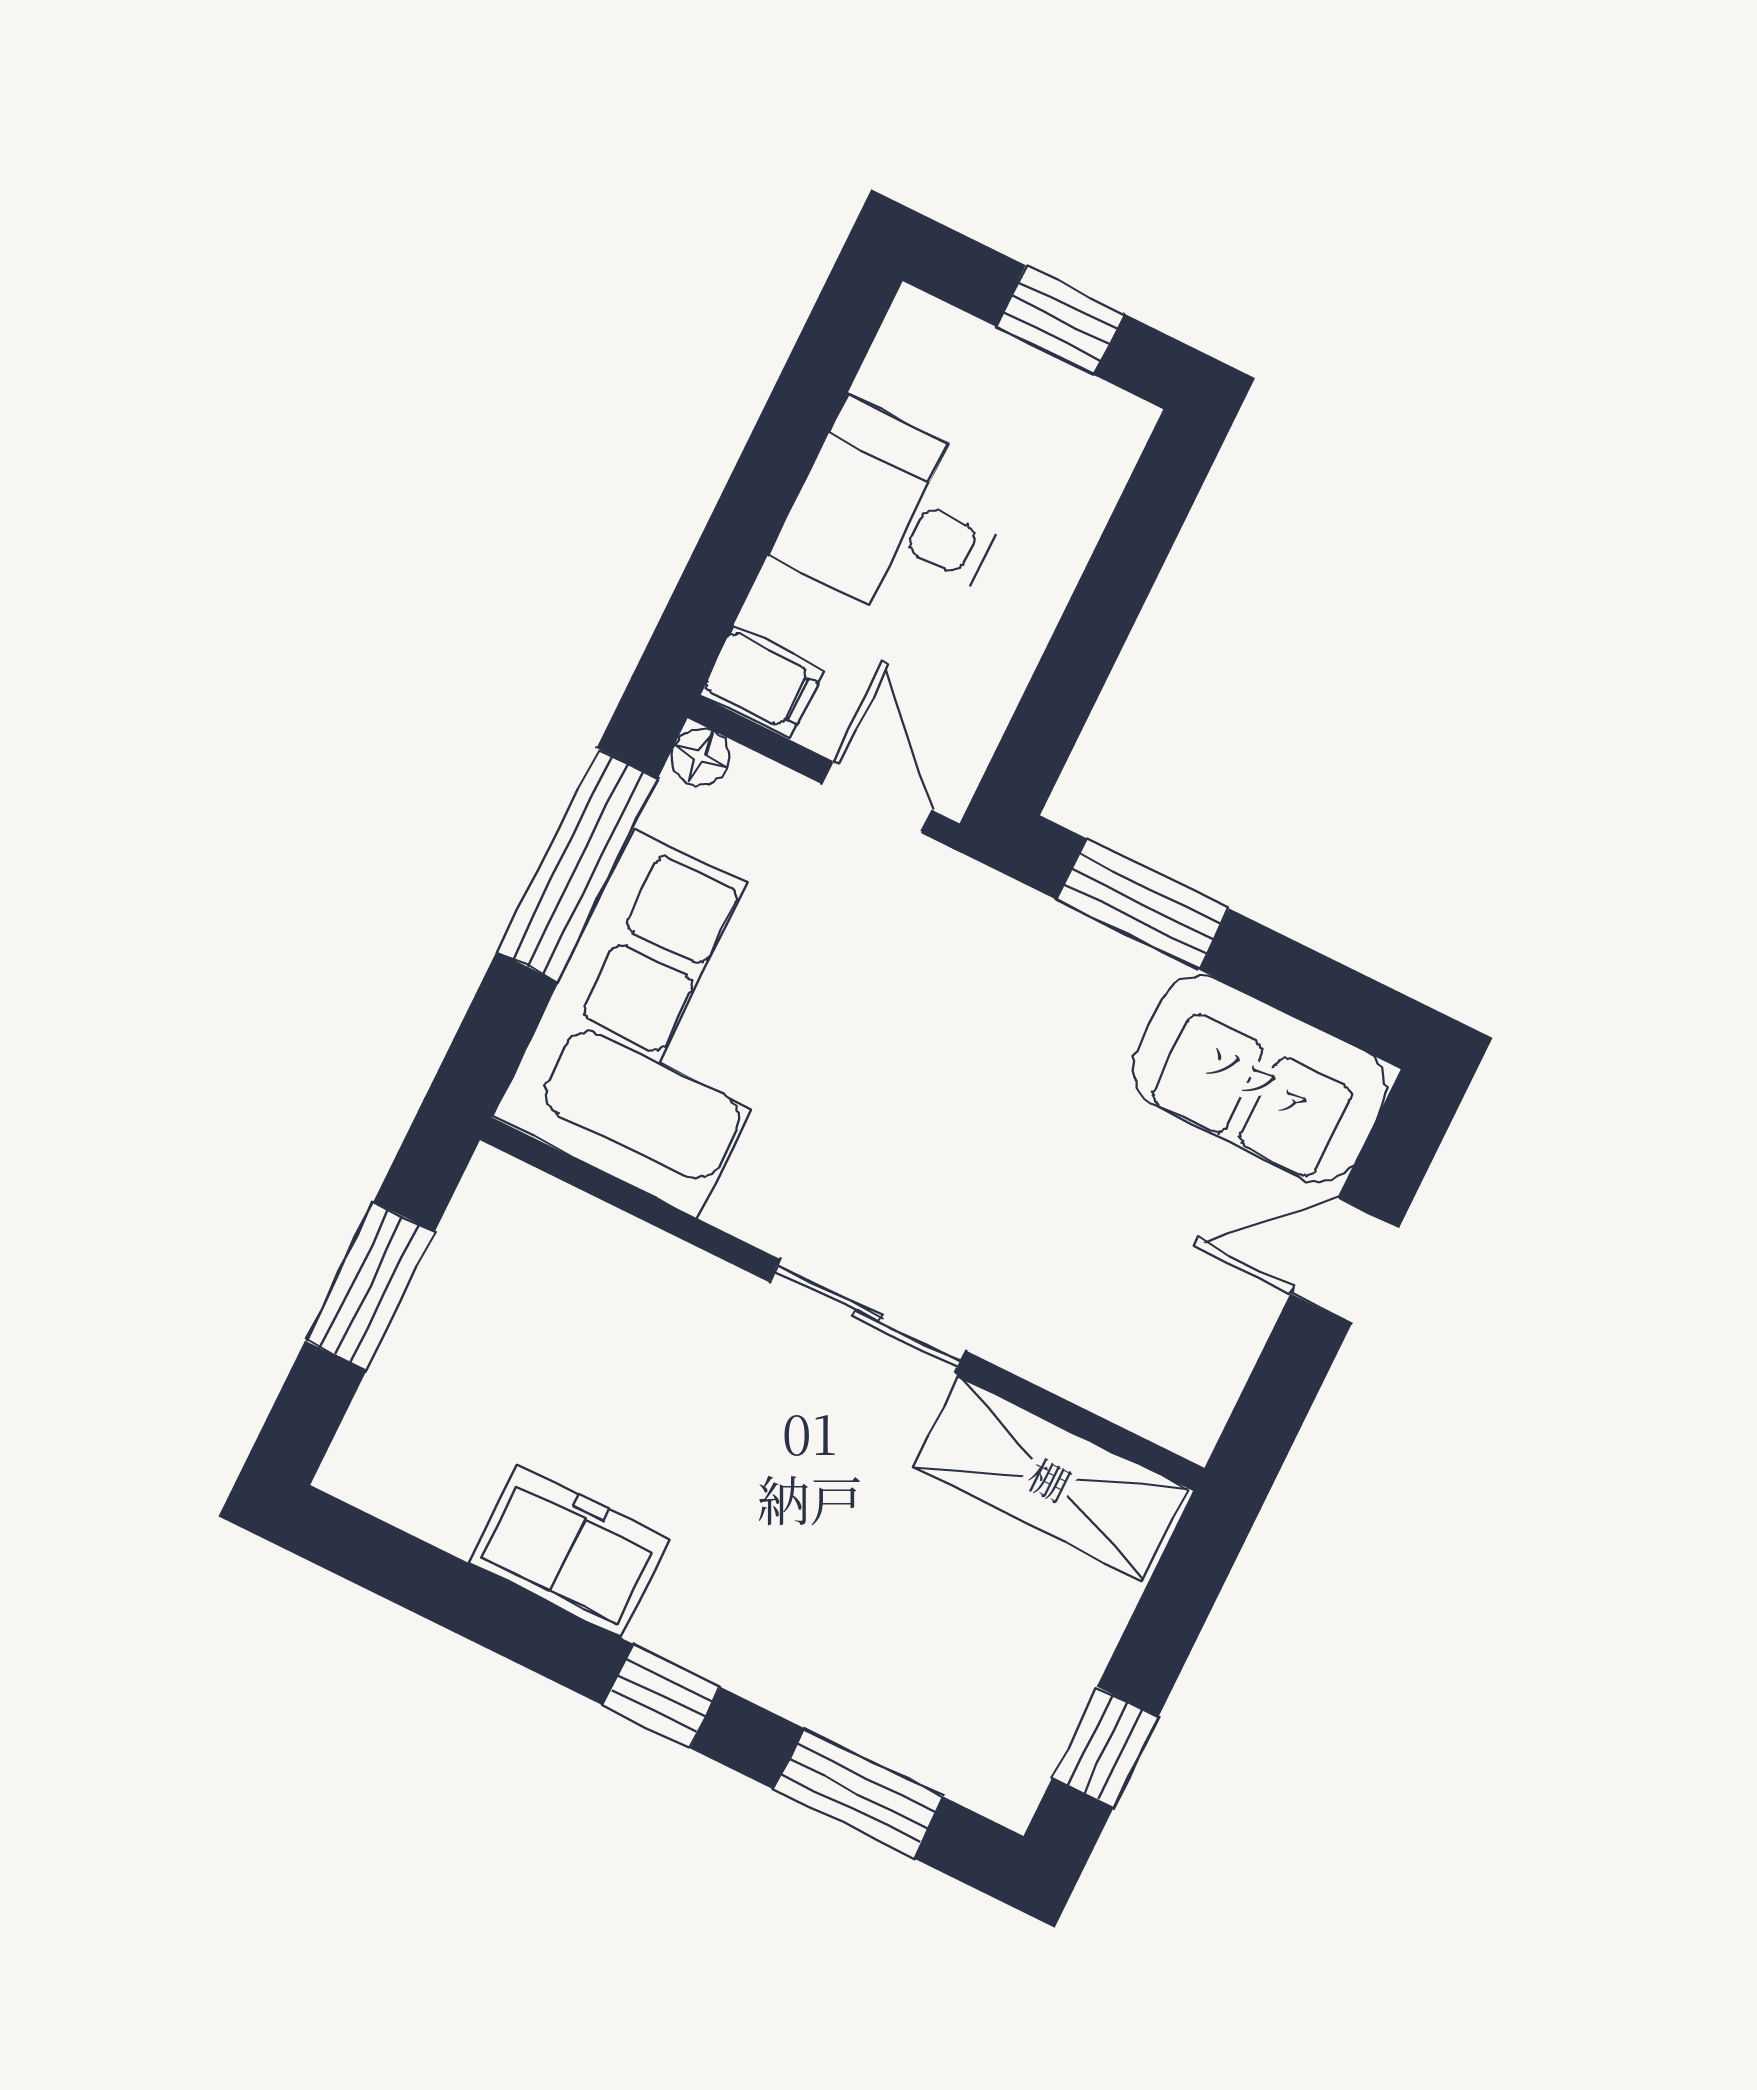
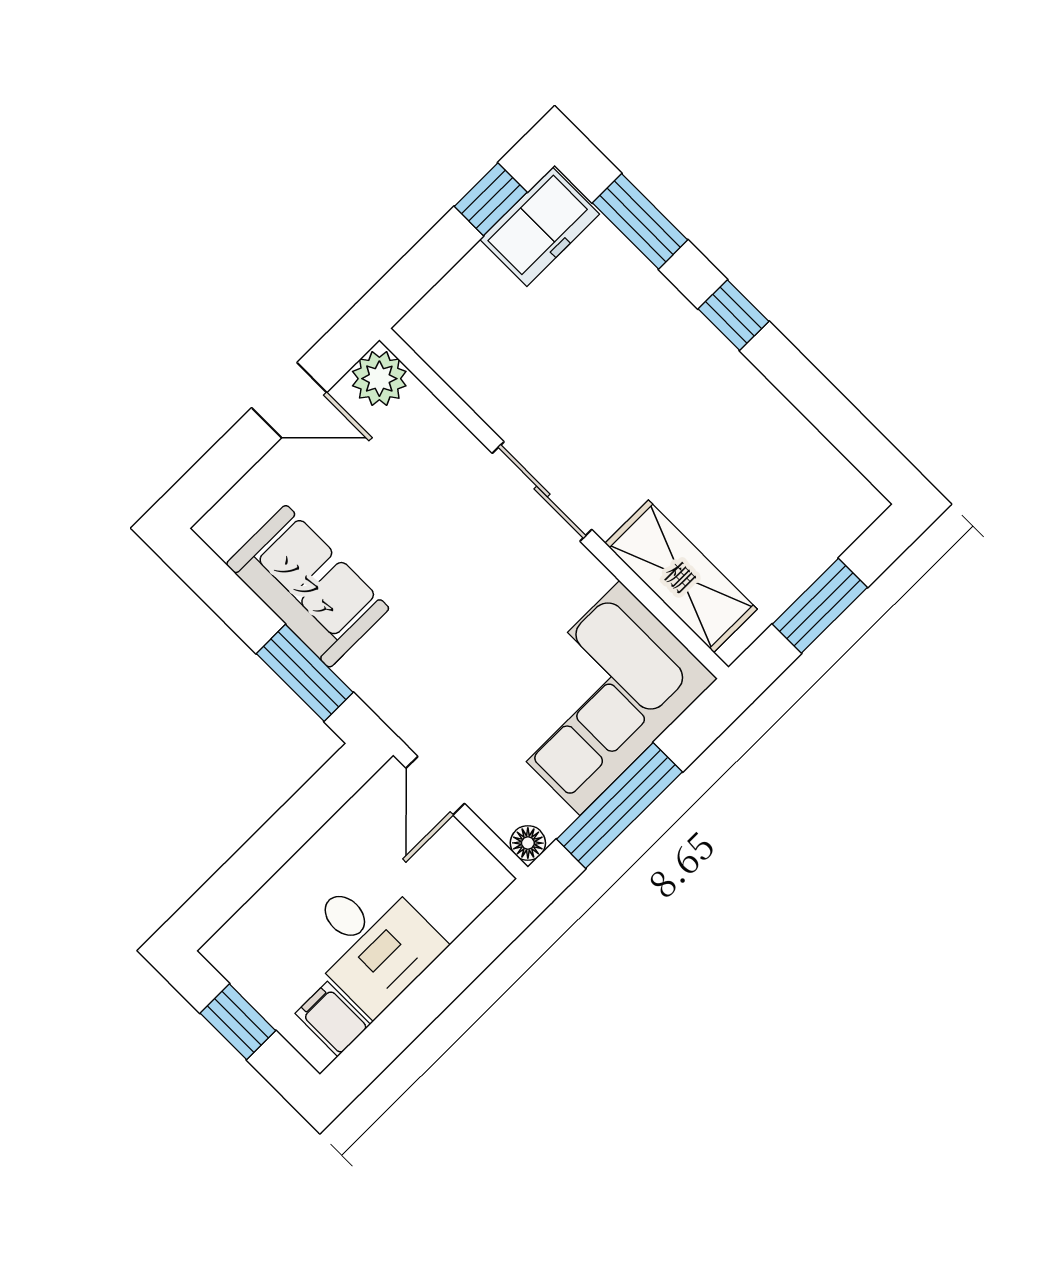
filing cabinet: (762, 682) -> (333, 1019), moved
sofa: (1260, 1079) -> (308, 586), moved
door: (1345, 1261) -> (289, 400), moved
plant: (1184, 1406) -> (379, 379), added
shelving: (1050, 1478) -> (681, 576), moved
freezer: (569, 1551) -> (540, 227), moved, turned -90

